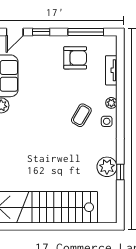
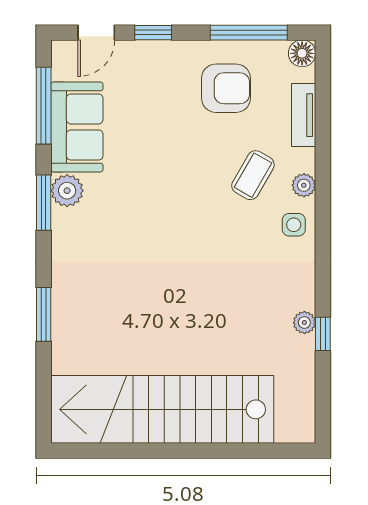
floor lamp: (111, 42) -> (302, 53), added
coffee table: (81, 115) -> (253, 175), moved
plant: (107, 167) -> (304, 323), width x0.53, depth x0.53

